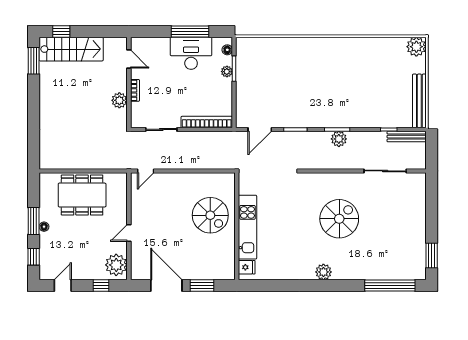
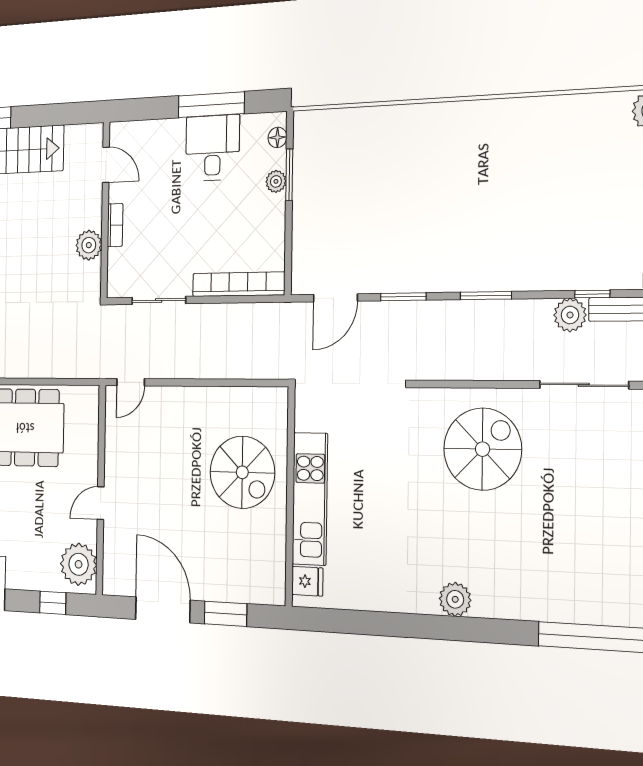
desk: (191, 53) -> (213, 148), width x0.73
plant: (339, 139) -> (570, 315), moved
spiral stairs: (339, 219) -> (483, 449), moved

